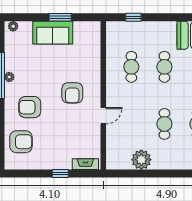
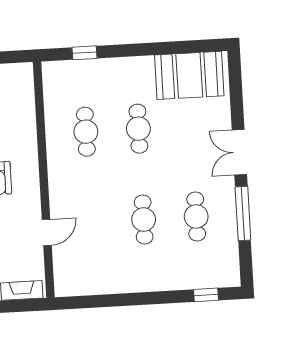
door: (103, 116) -> (47, 232), moved
plant: (141, 160) -> (110, 278), removed

